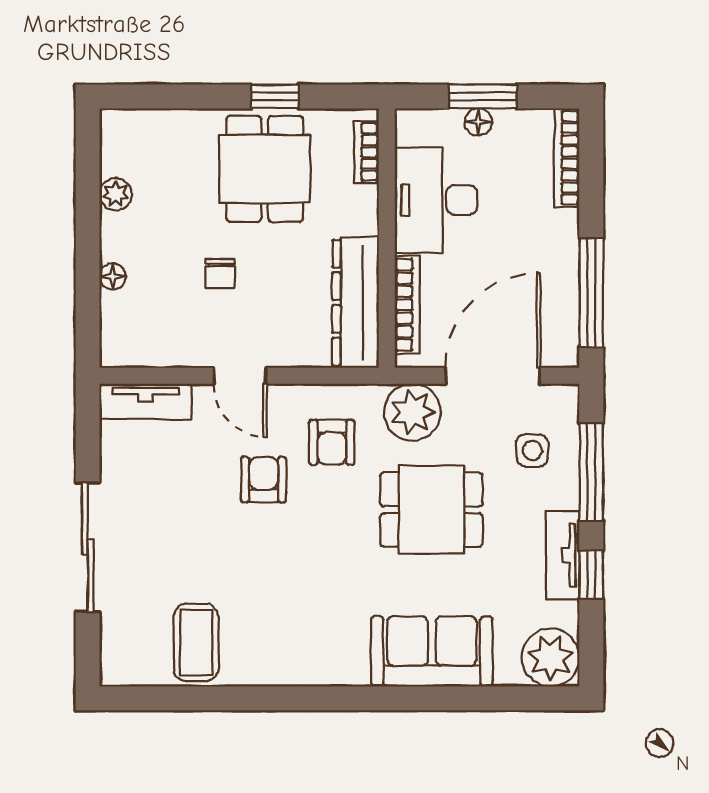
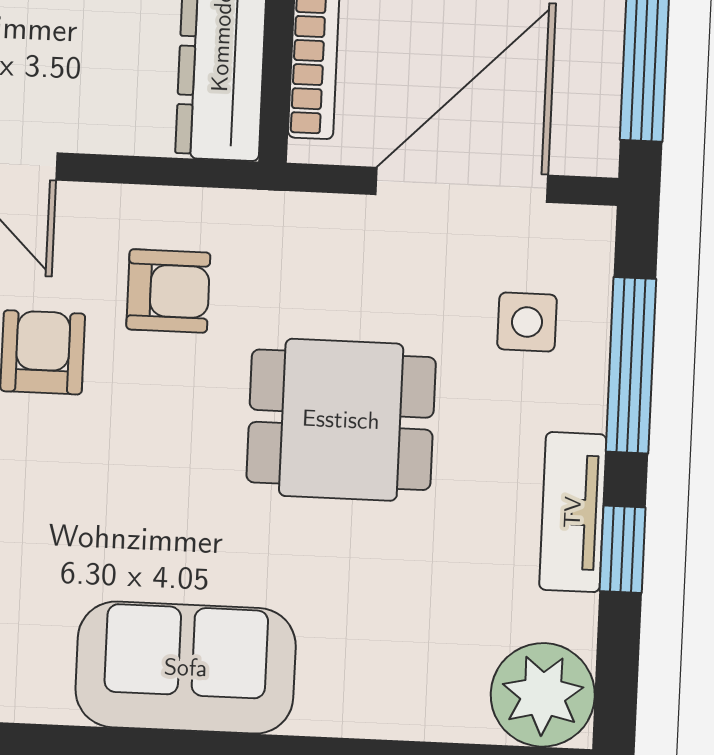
plant: (412, 412) -> (315, 244), removed
armchair: (332, 442) -> (168, 291), turned -90
sofa: (432, 651) -> (186, 668), moved

